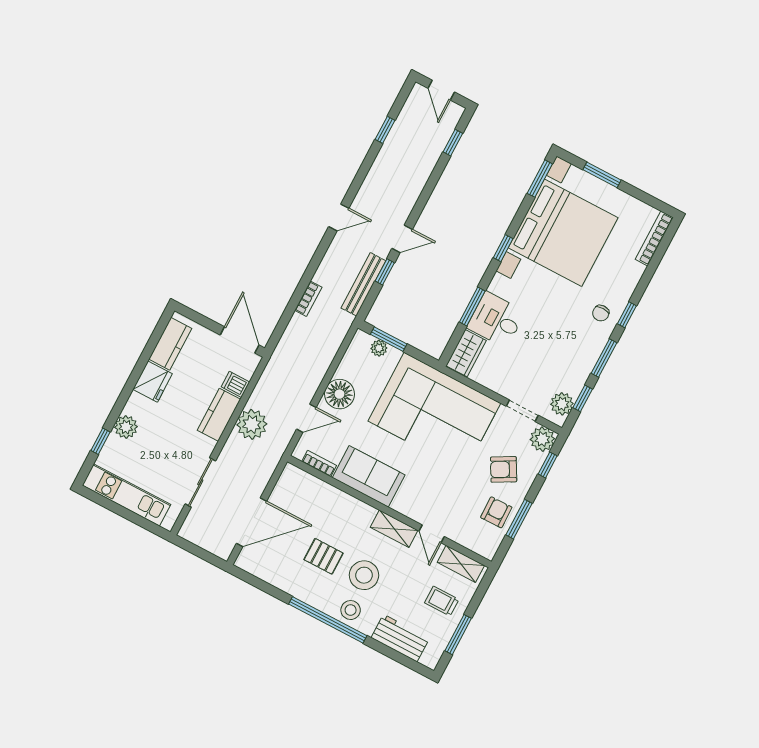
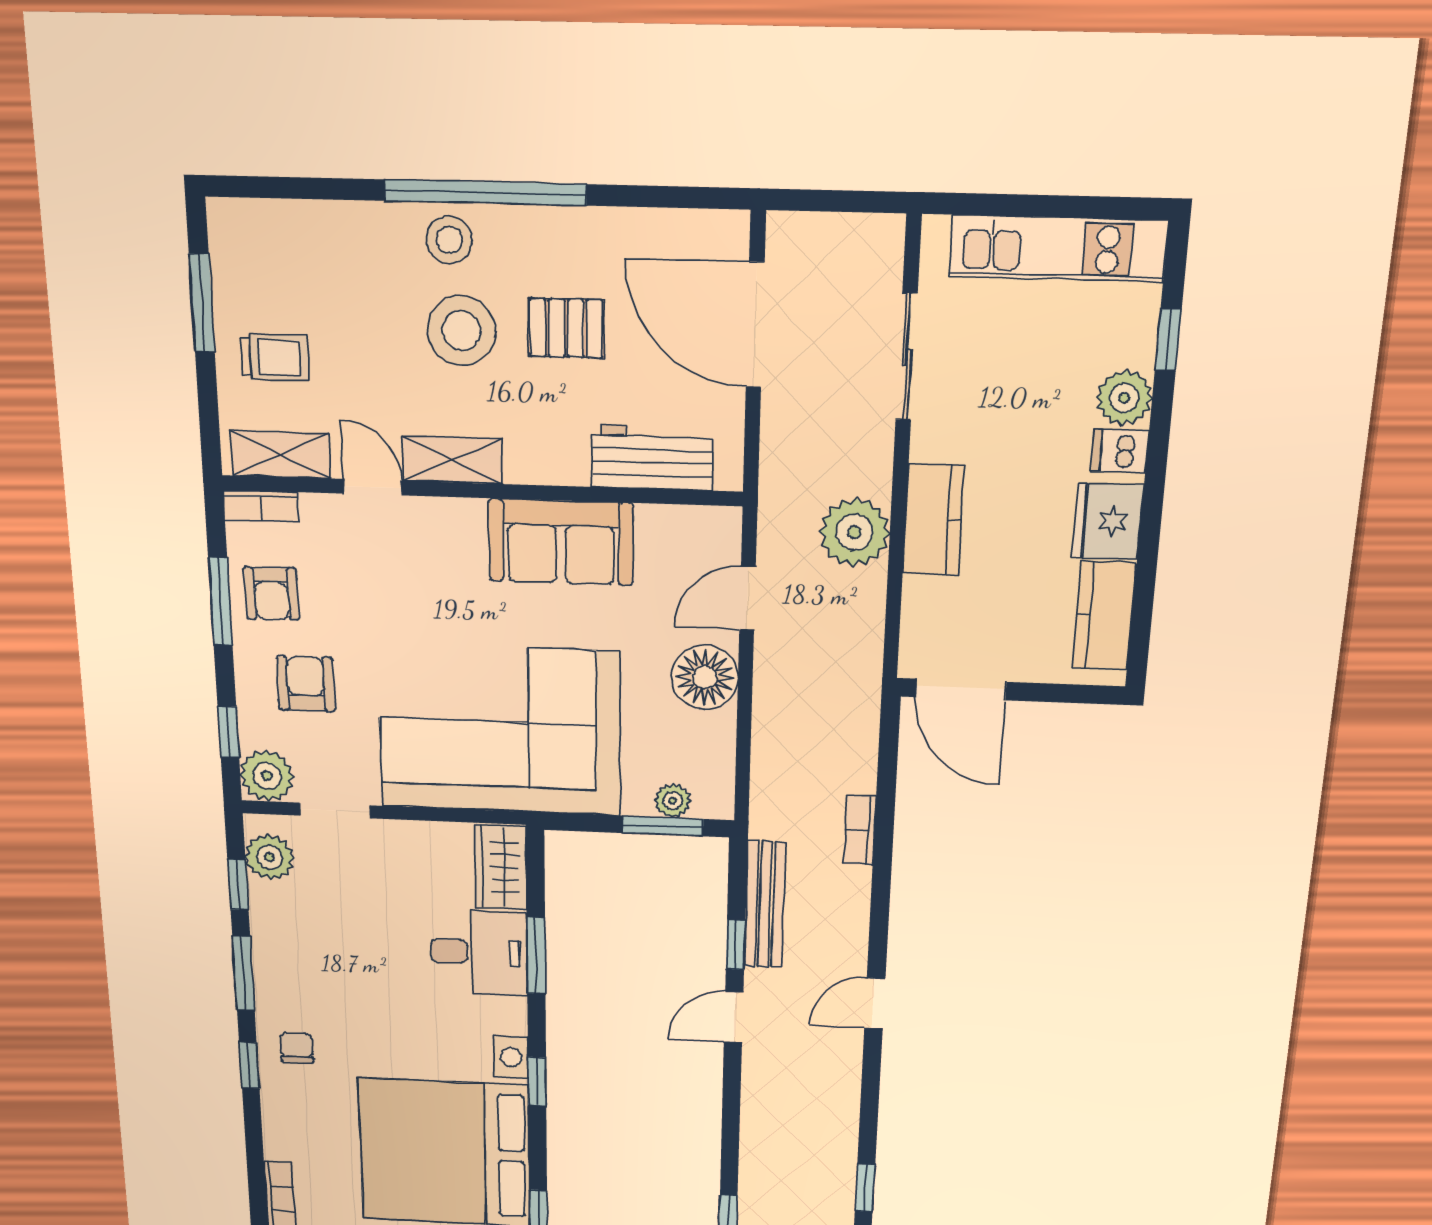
dishwasher: (235, 384) -> (1120, 451), moved, turned 180
bookcase: (319, 464) -> (261, 506), moved
armchair: (504, 469) -> (306, 684), turned -61
door: (252, 522) -> (755, 325), hinge flipped
workbench: (400, 638) -> (652, 458), moved, turned 180

